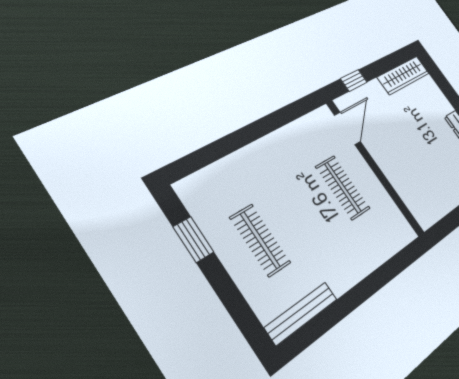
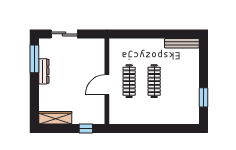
door: (347, 128) -> (107, 85), moved
clothes rail: (260, 240) -> (154, 81), moved

